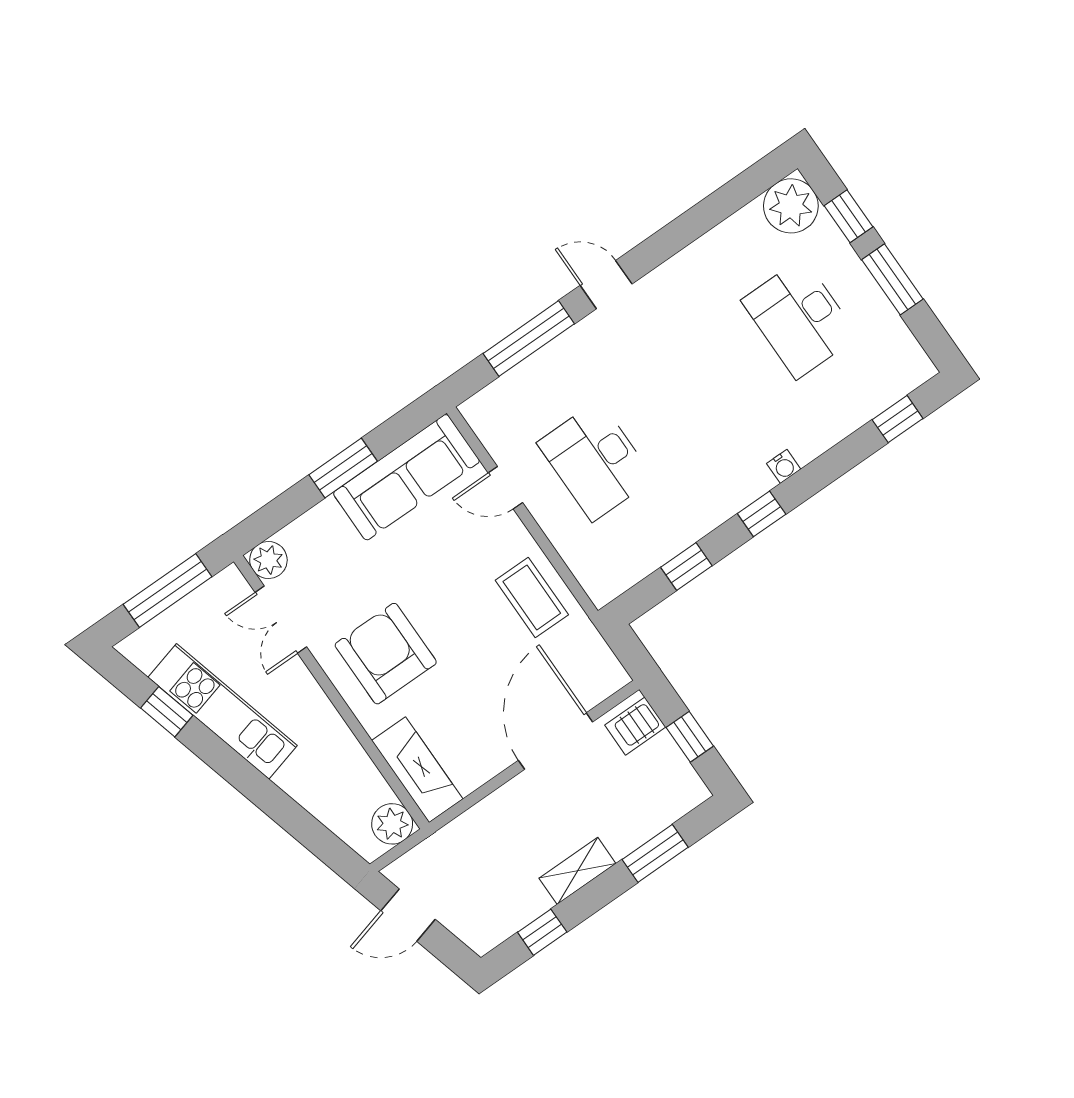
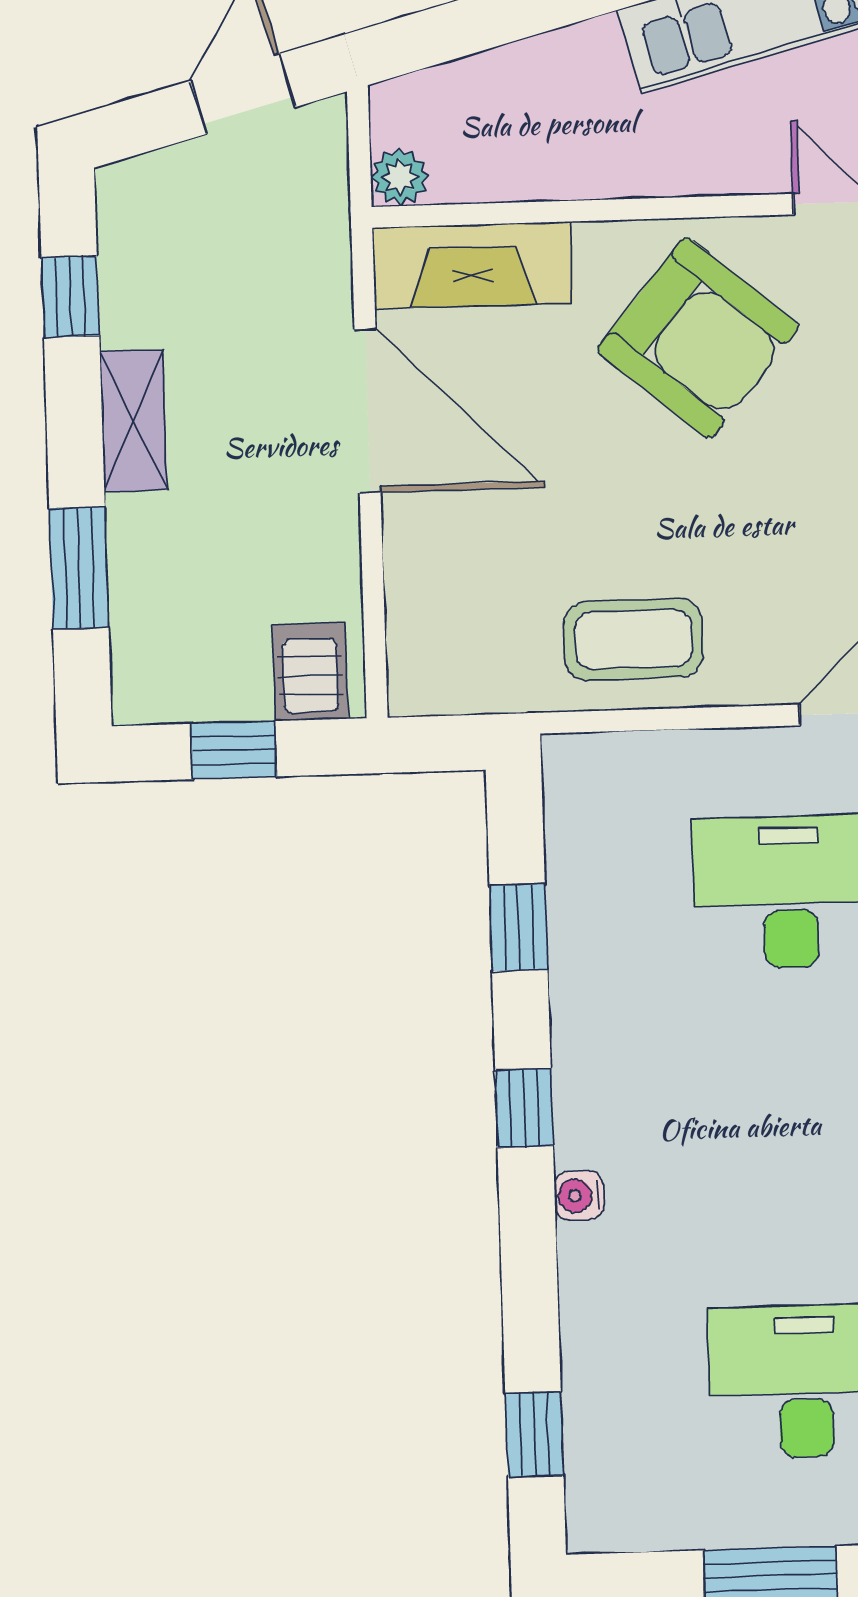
armchair: (386, 654) -> (698, 338), turned 40
door: (556, 741) -> (368, 411), moved
plant: (392, 824) -> (400, 177), width x0.73, depth x0.73

